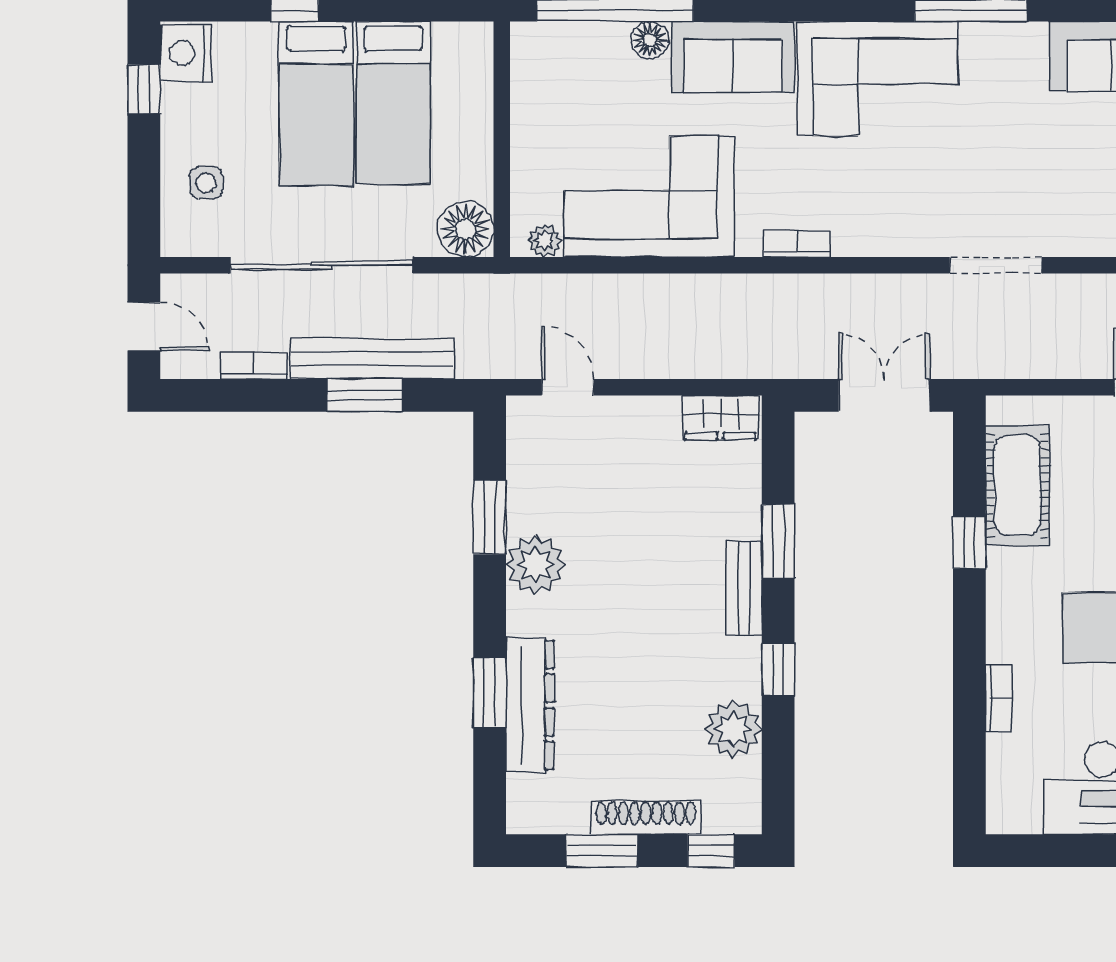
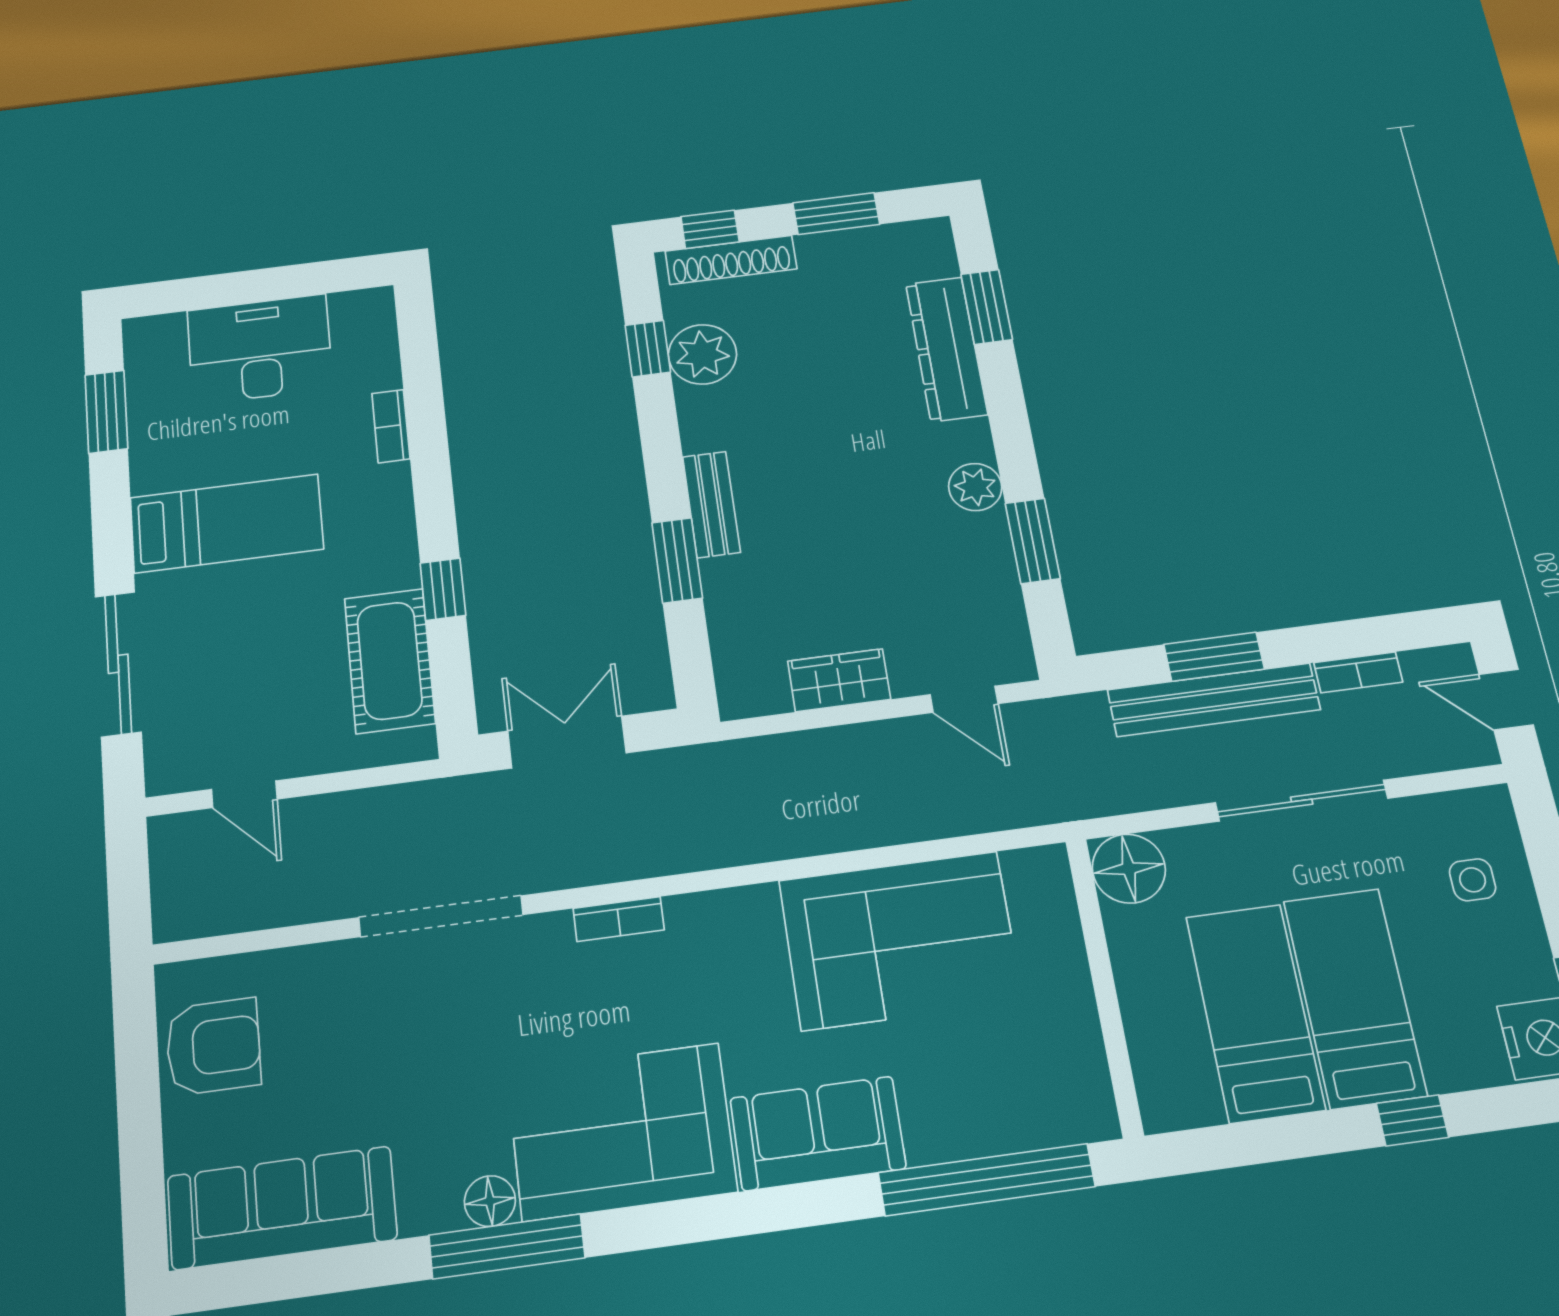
floor lamp: (650, 40) -> (490, 1201), moved
plant: (544, 240) -> (1025, 868), removed
bookcase: (797, 244) -> (619, 919), moved
sliding door: (322, 265) -> (1302, 801), width x0.73
doorway: (996, 265) -> (441, 916), width x1.36
double door: (884, 395) -> (567, 742), swing flipped
wardrobe: (720, 418) -> (839, 680), moved
plant: (535, 565) -> (975, 487), width x0.73, depth x0.73
window: (778, 669) -> (648, 349), moved
window: (490, 692) -> (987, 307), moved
shoe rack: (646, 818) -> (731, 260), moved

